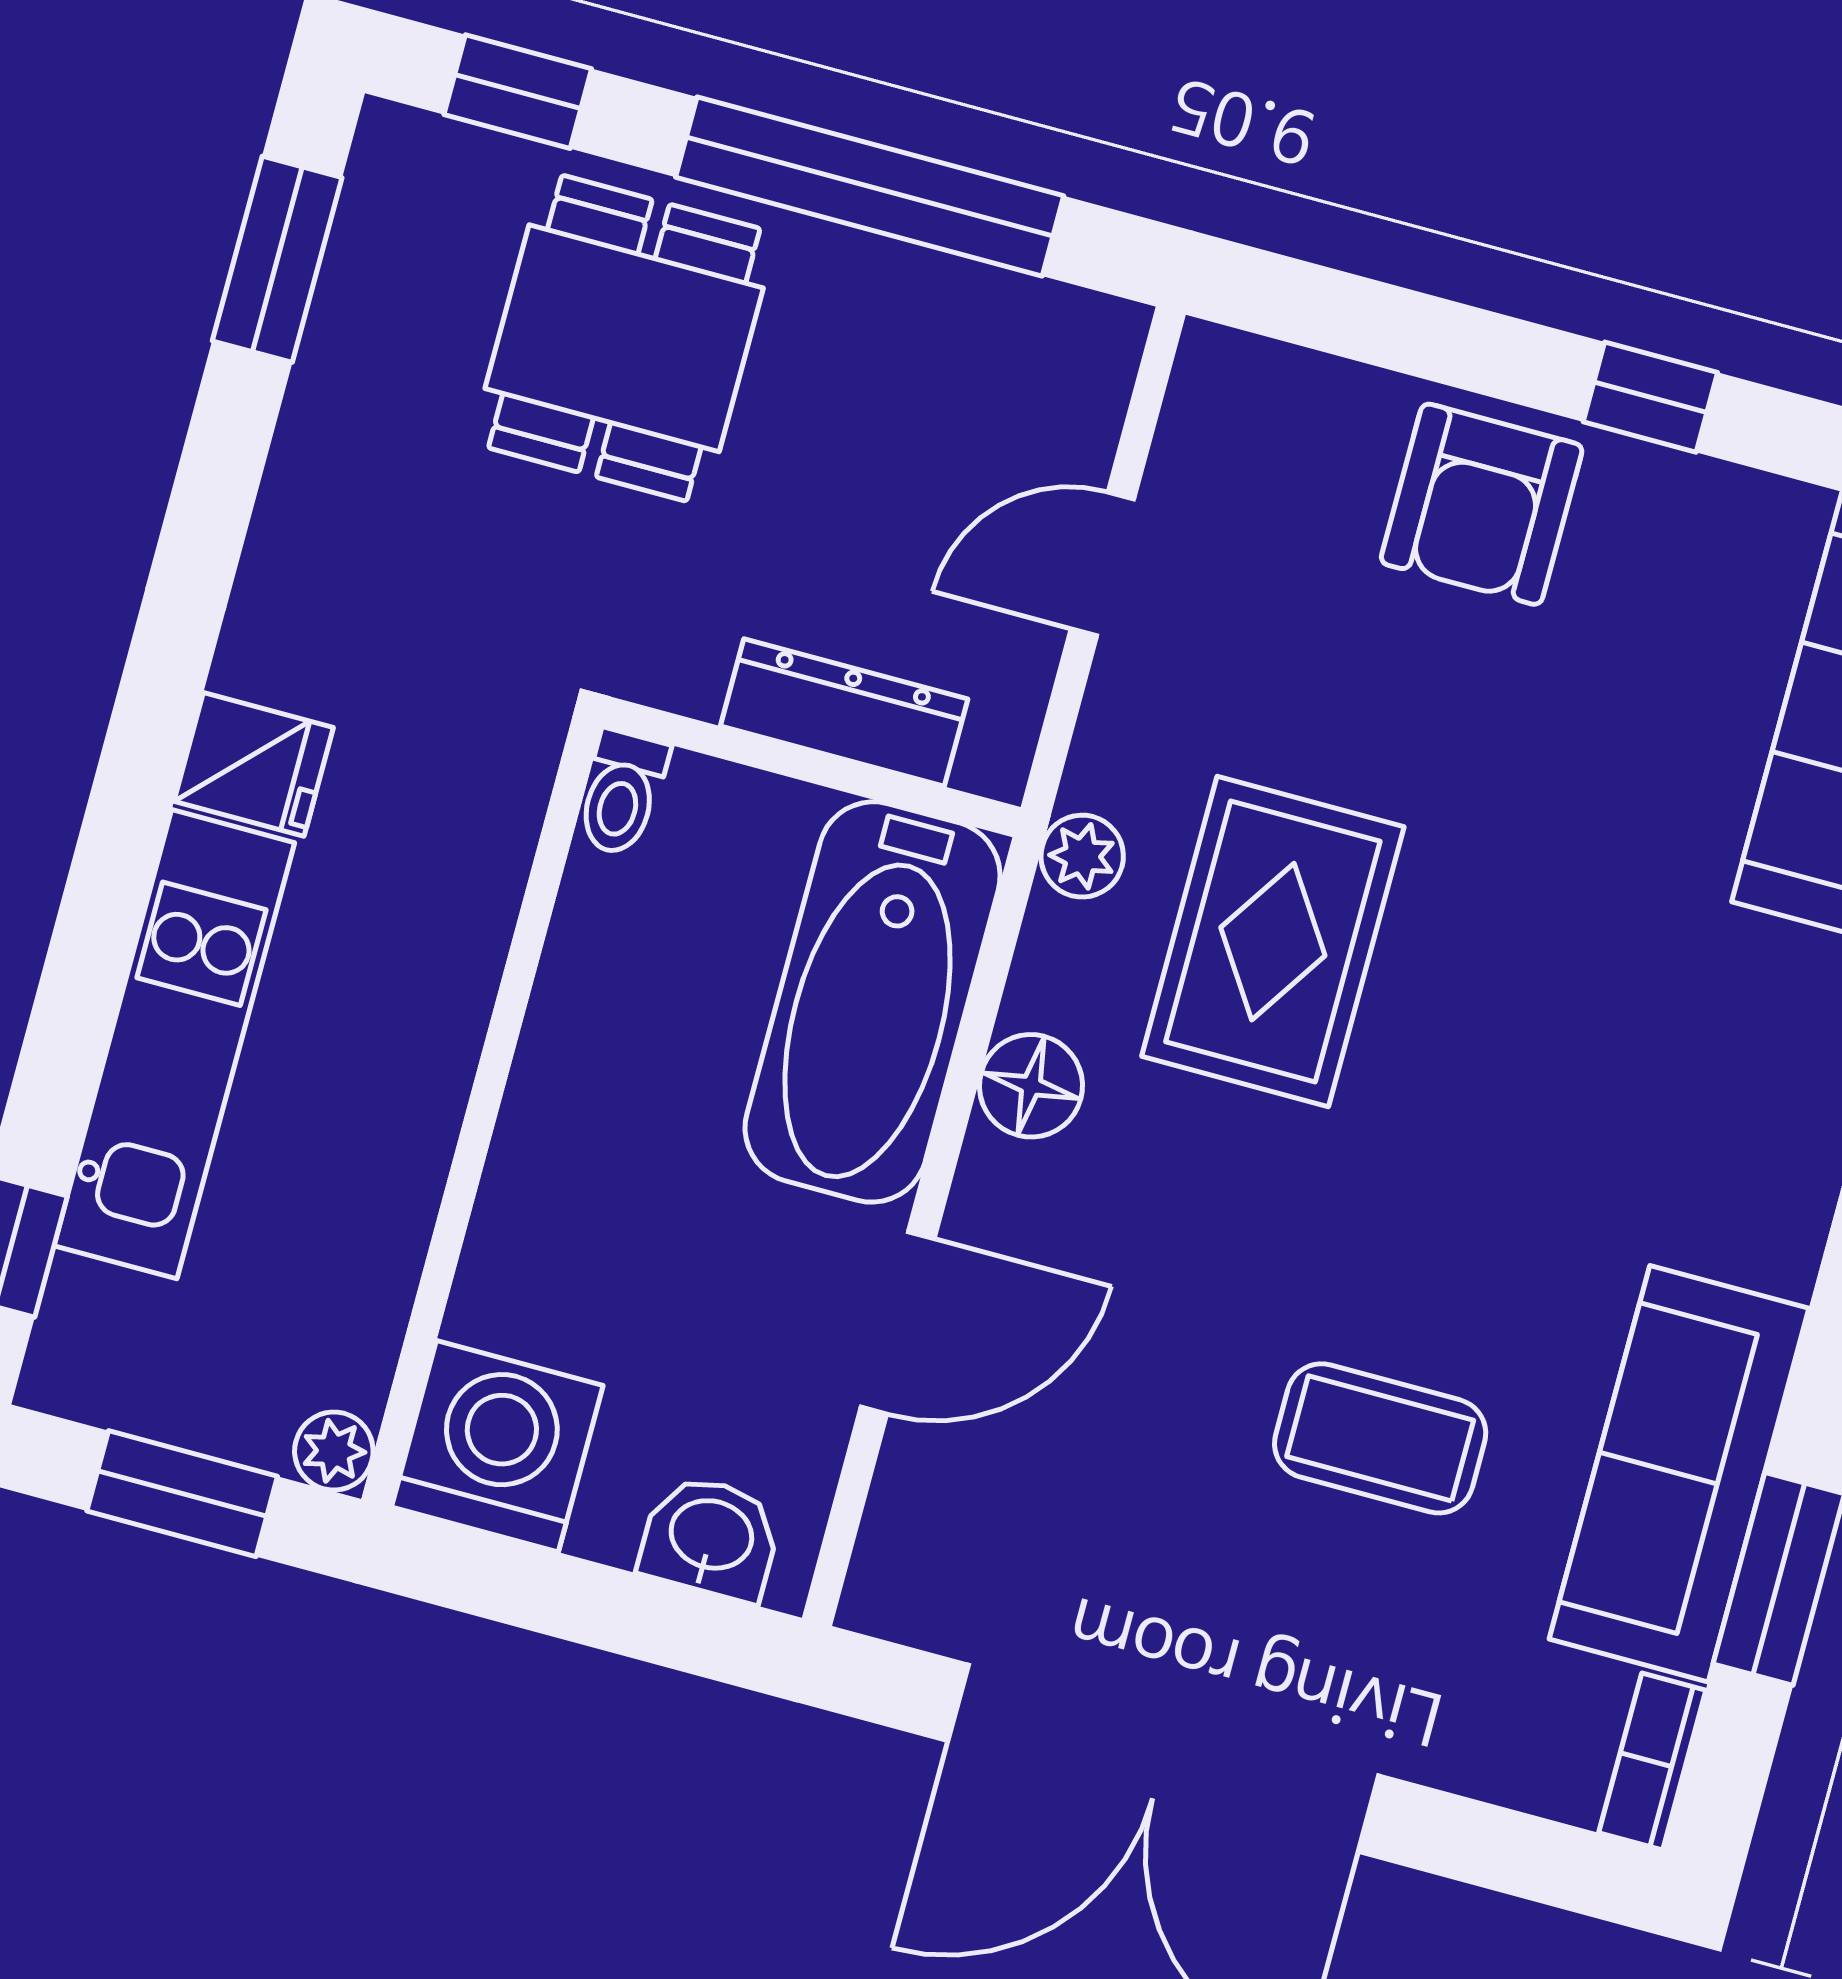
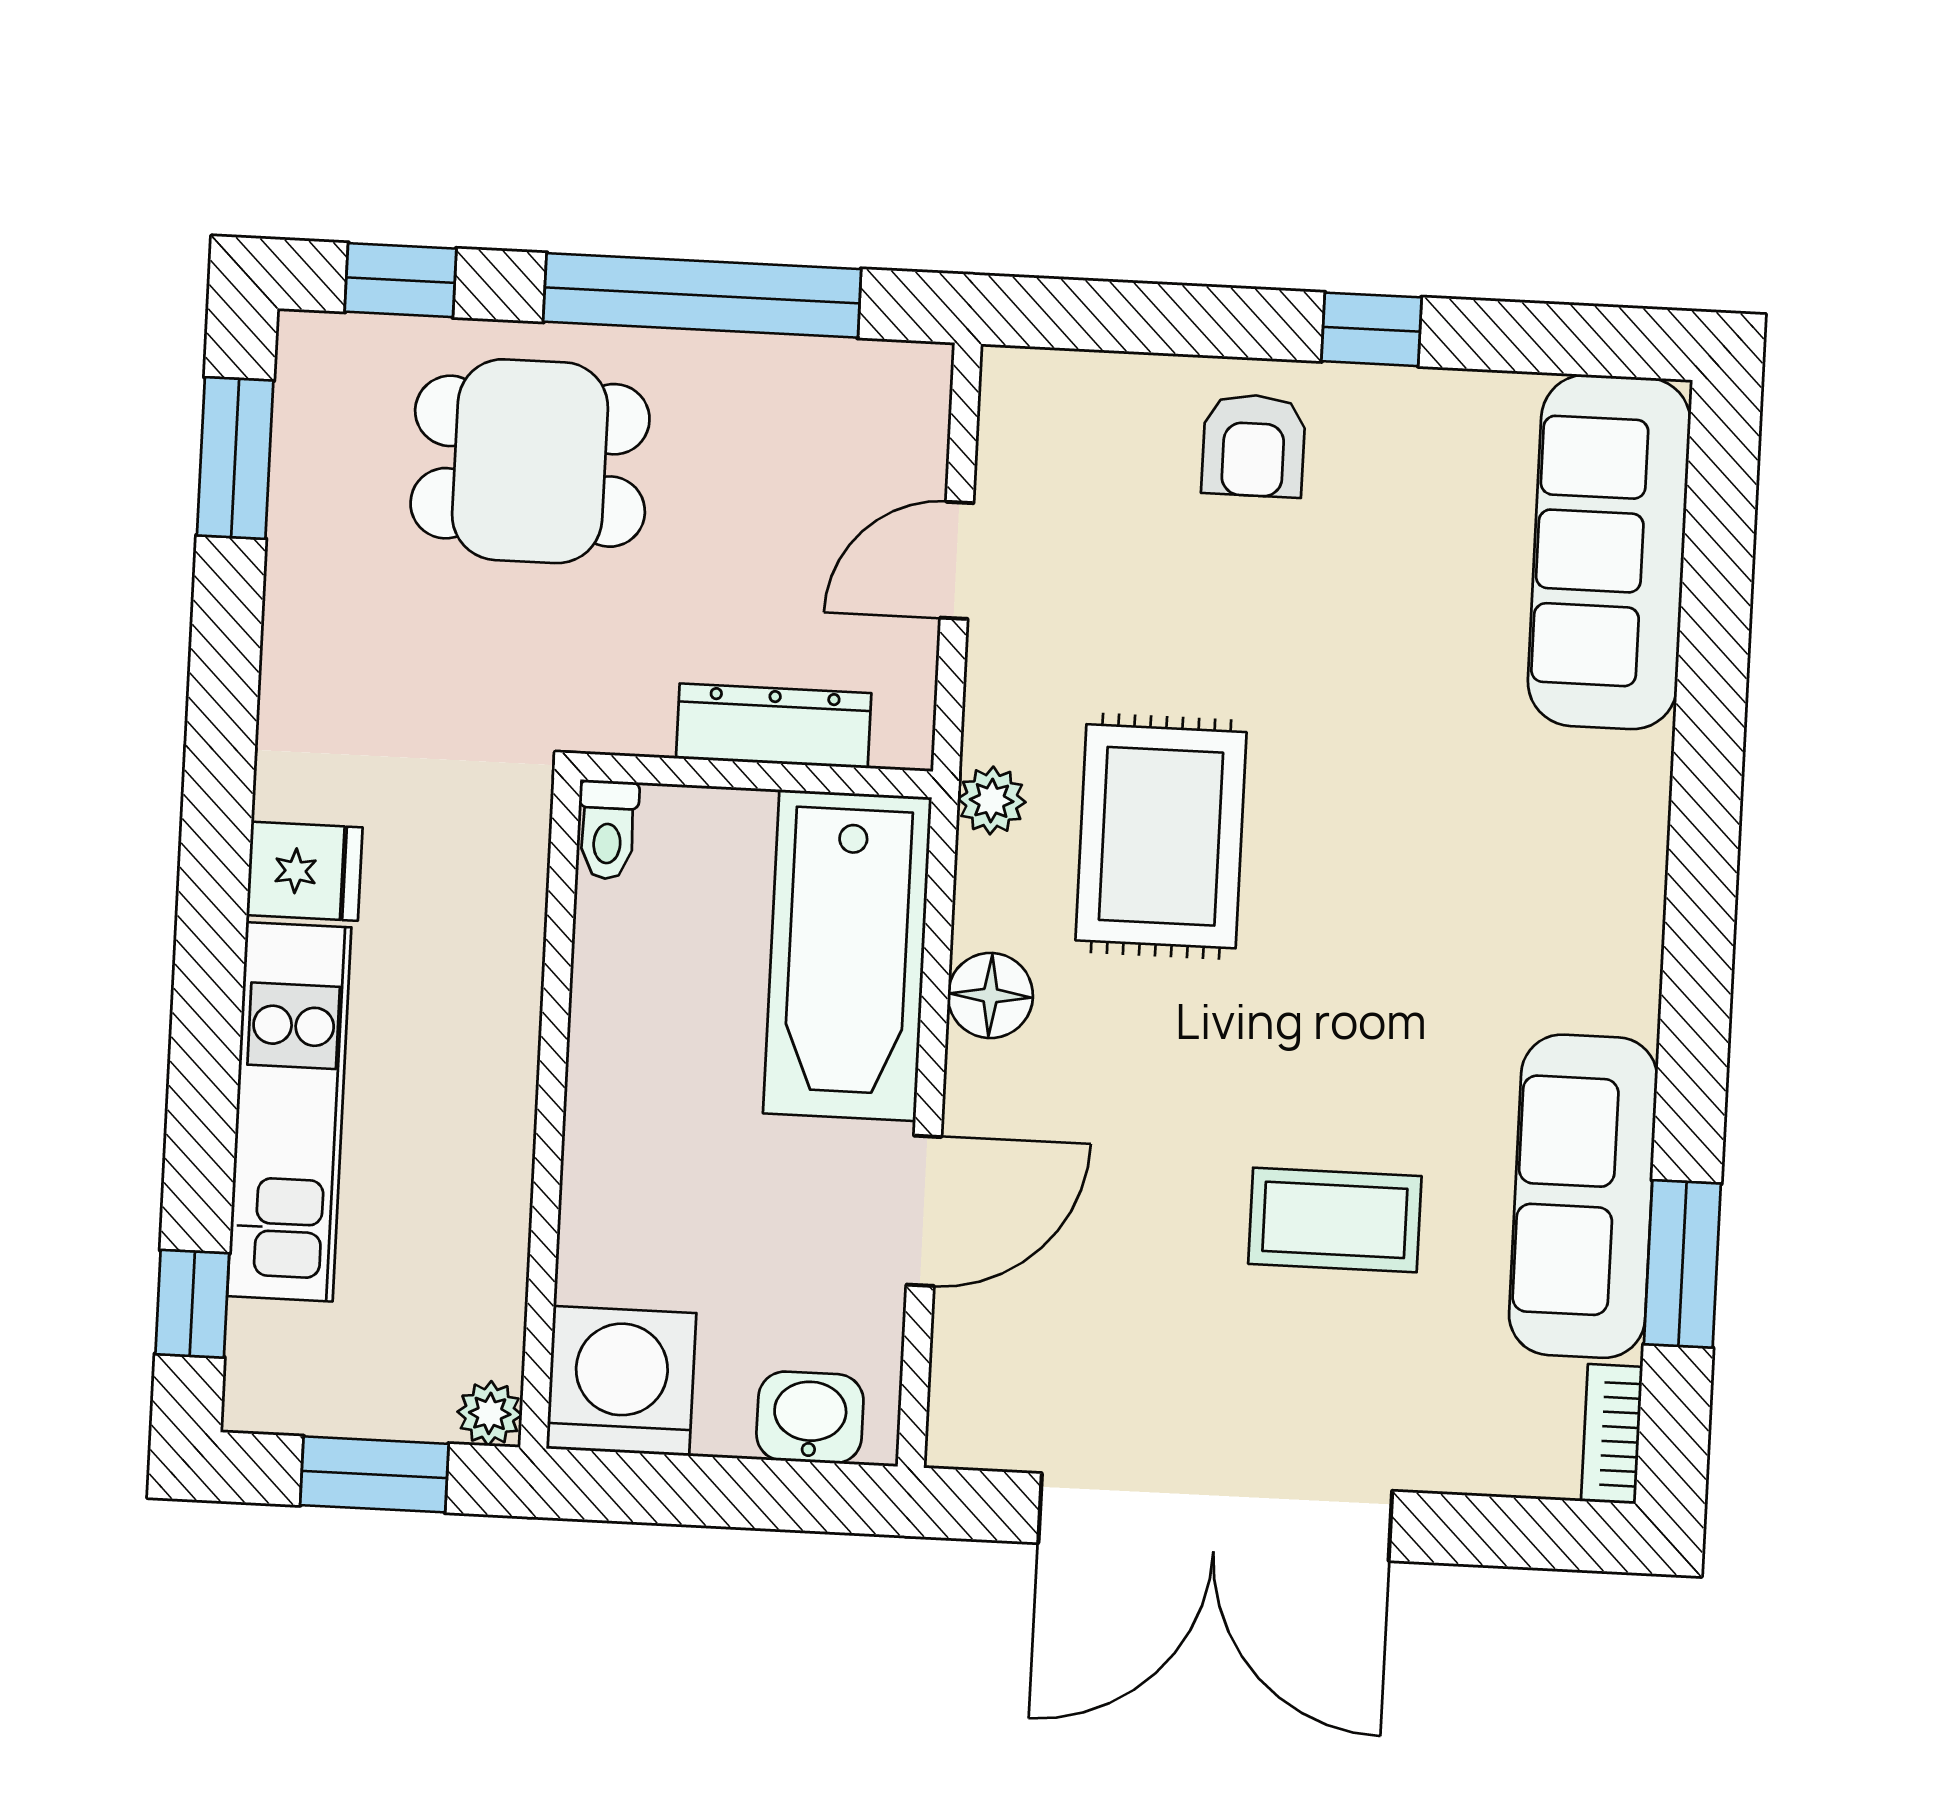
dining table: (624, 338) -> (530, 461), turned 90
armchair: (1482, 504) -> (1254, 445), width x0.72, depth x0.72

